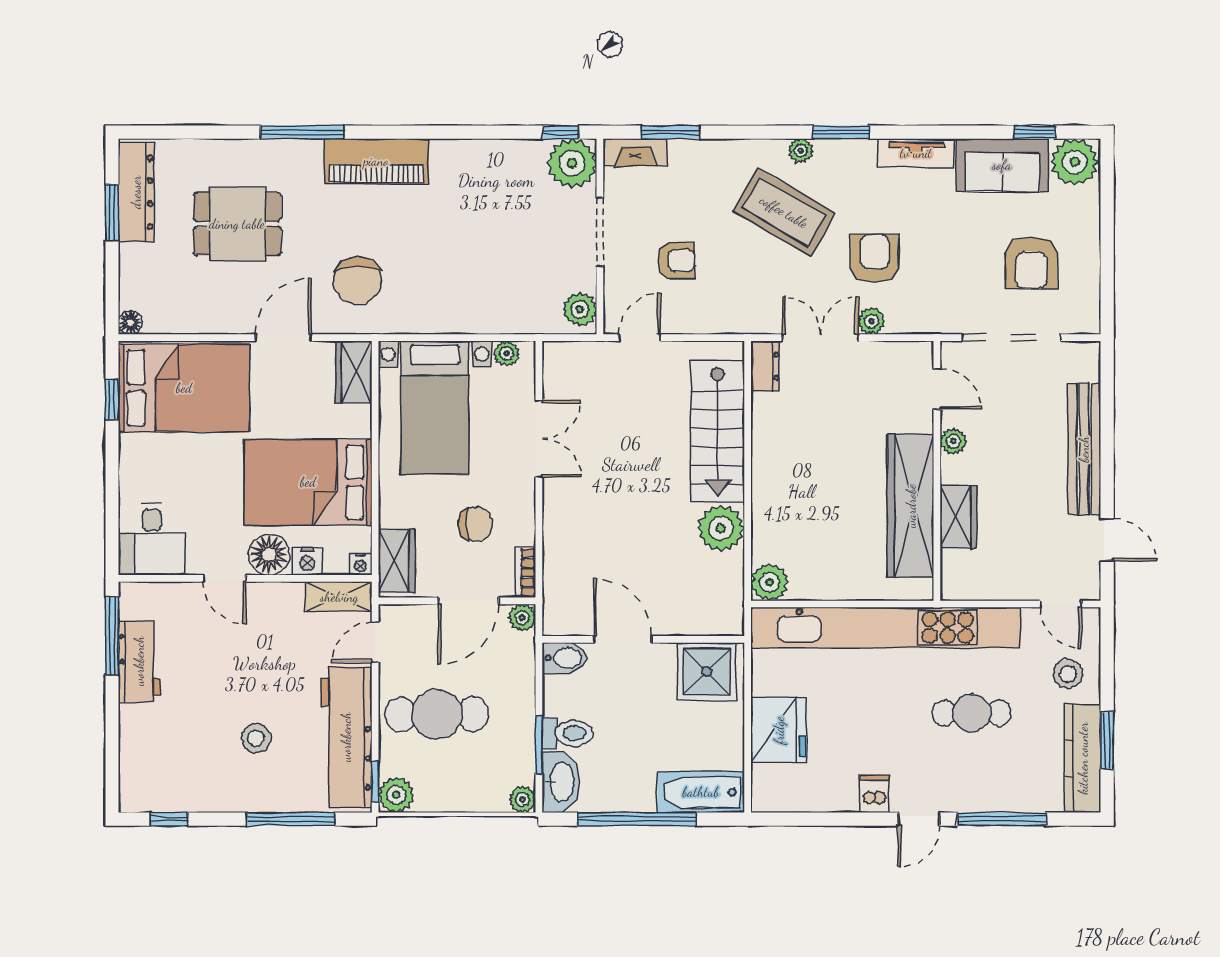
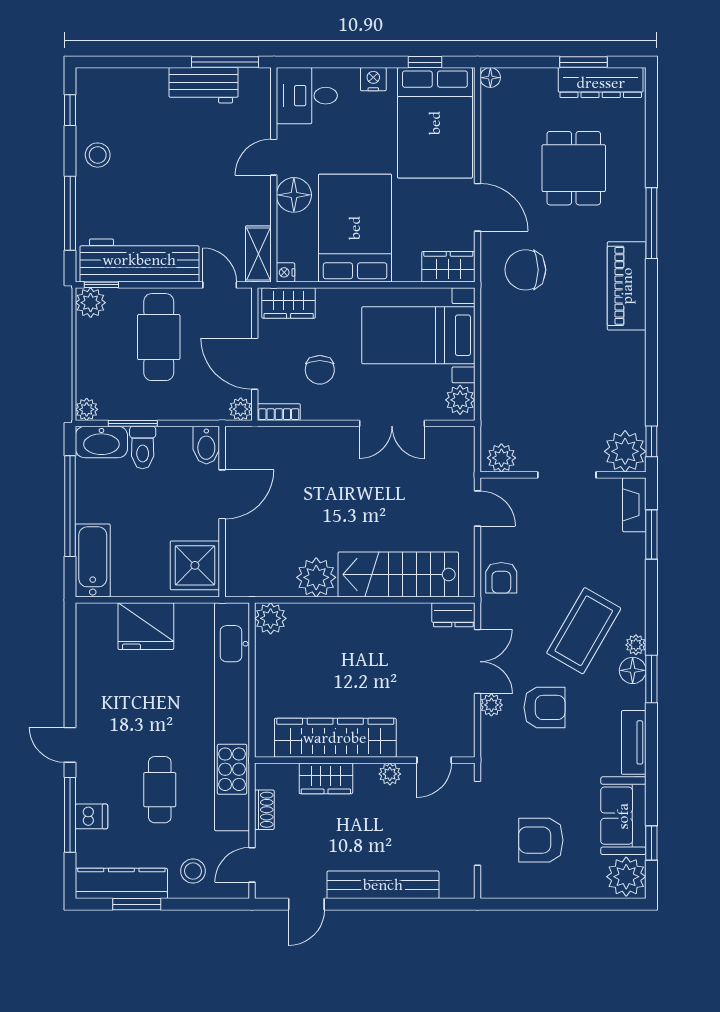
floor lamp: (831, 154) -> (633, 670), added
armchair: (676, 261) -> (501, 578), moved
plant: (506, 353) -> (460, 400), width x1.38, depth x1.38
nightstand: (307, 561) -> (373, 79), moved, turned 90
shoe rack: (995, 589) -> (264, 810), added
stool: (256, 738) -> (98, 155), moved
dishwasher: (875, 794) -> (92, 816), moved

